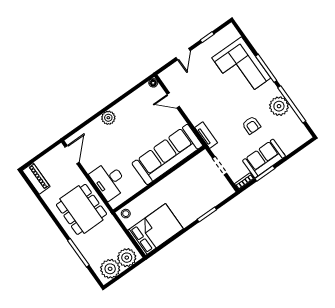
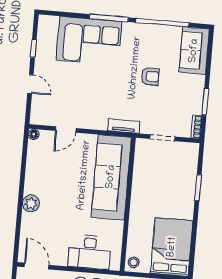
plant: (279, 106) -> (154, 36), removed
sofa: (264, 158) -> (194, 51), moved

